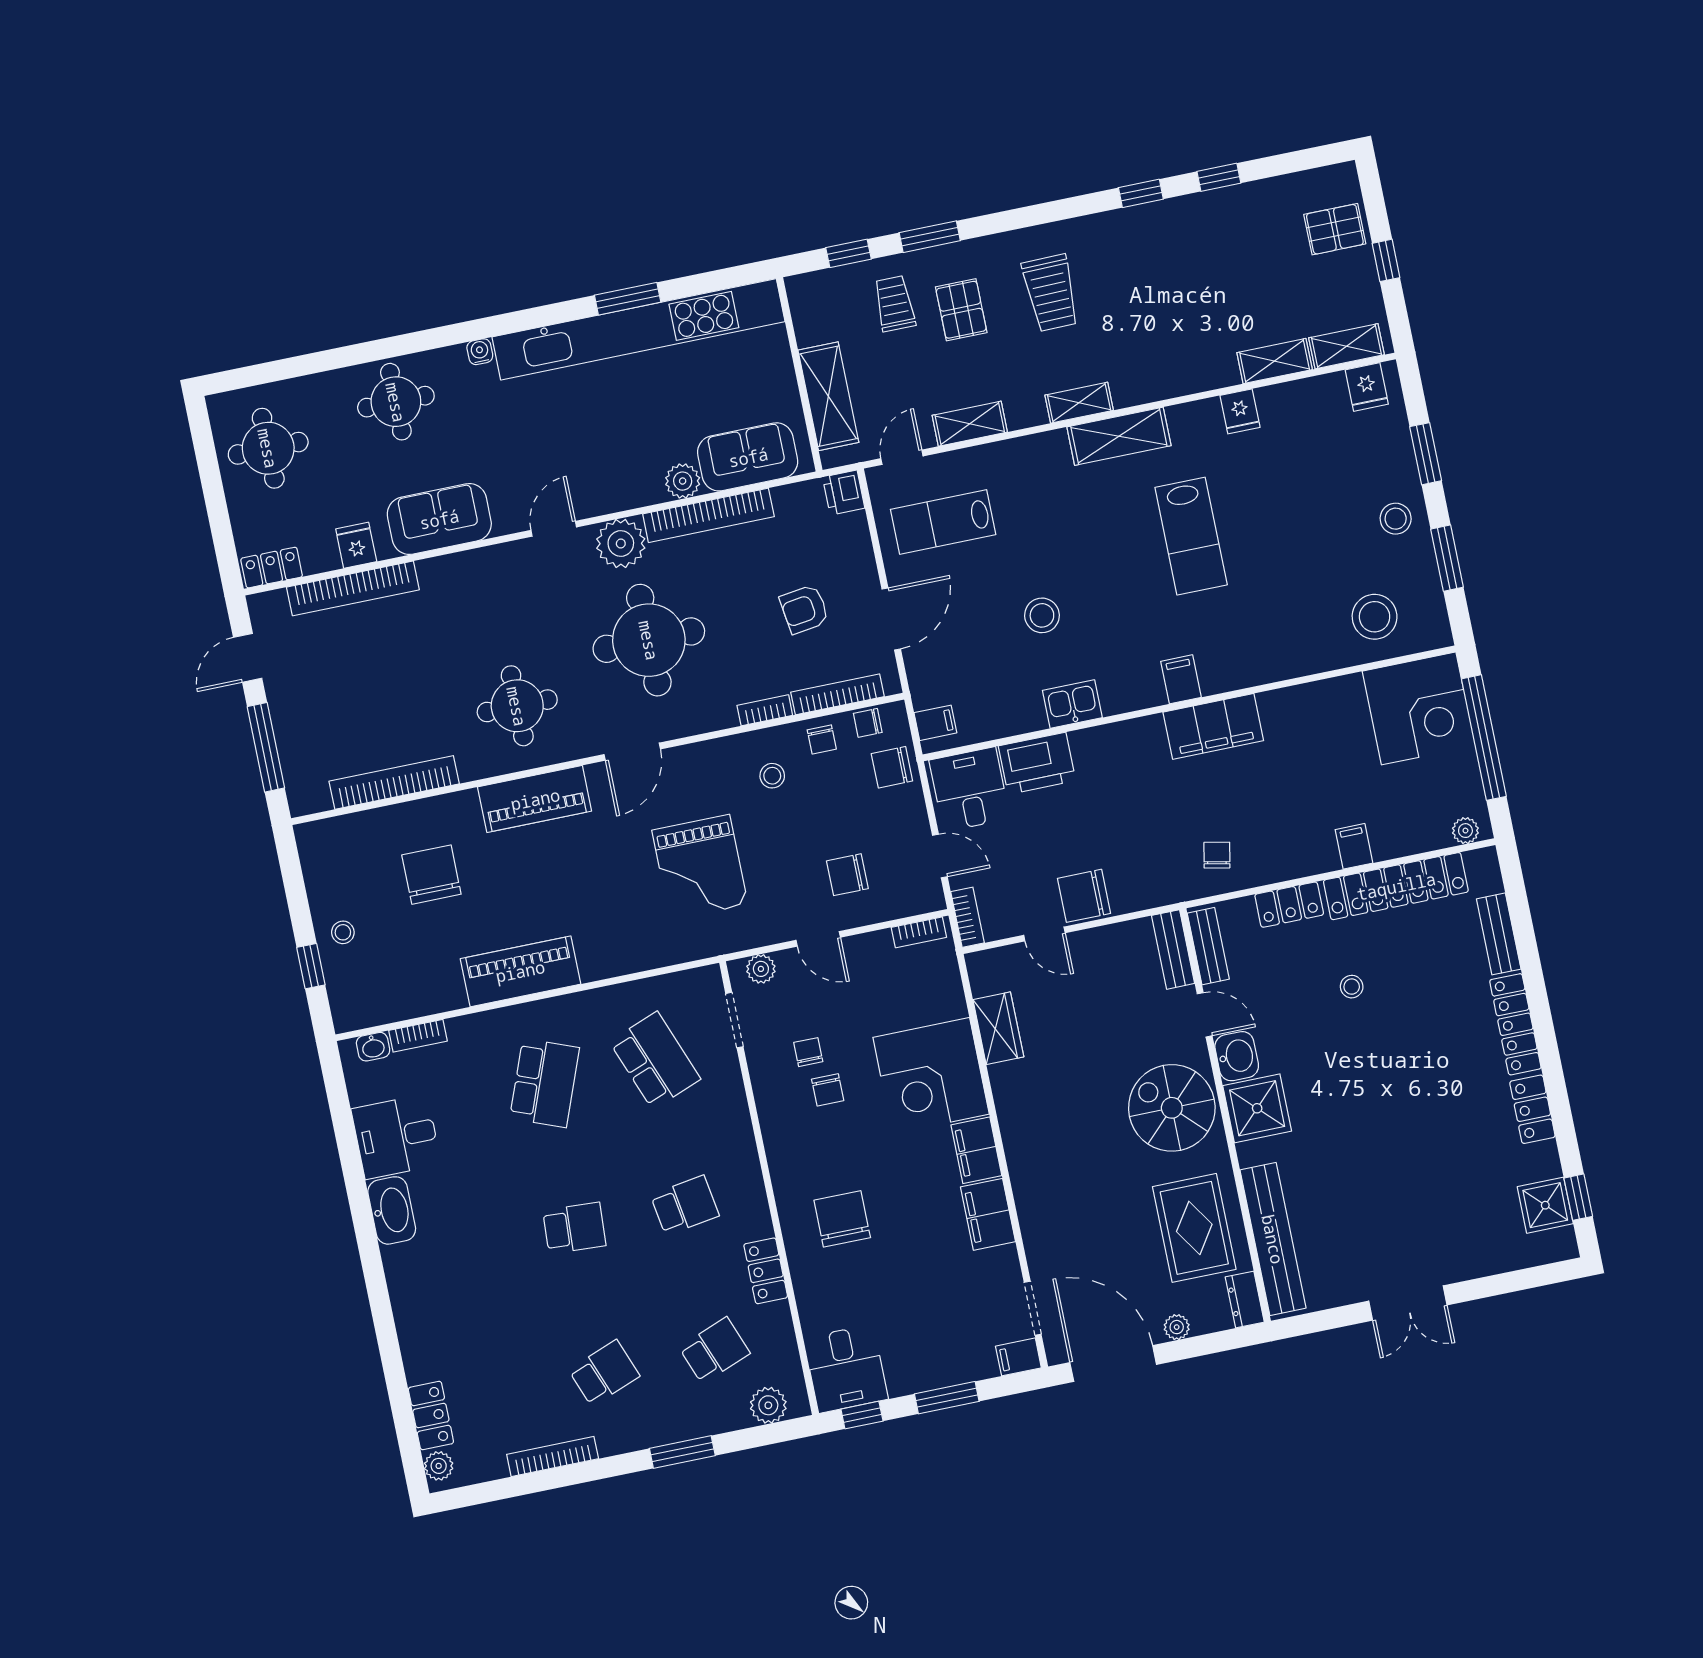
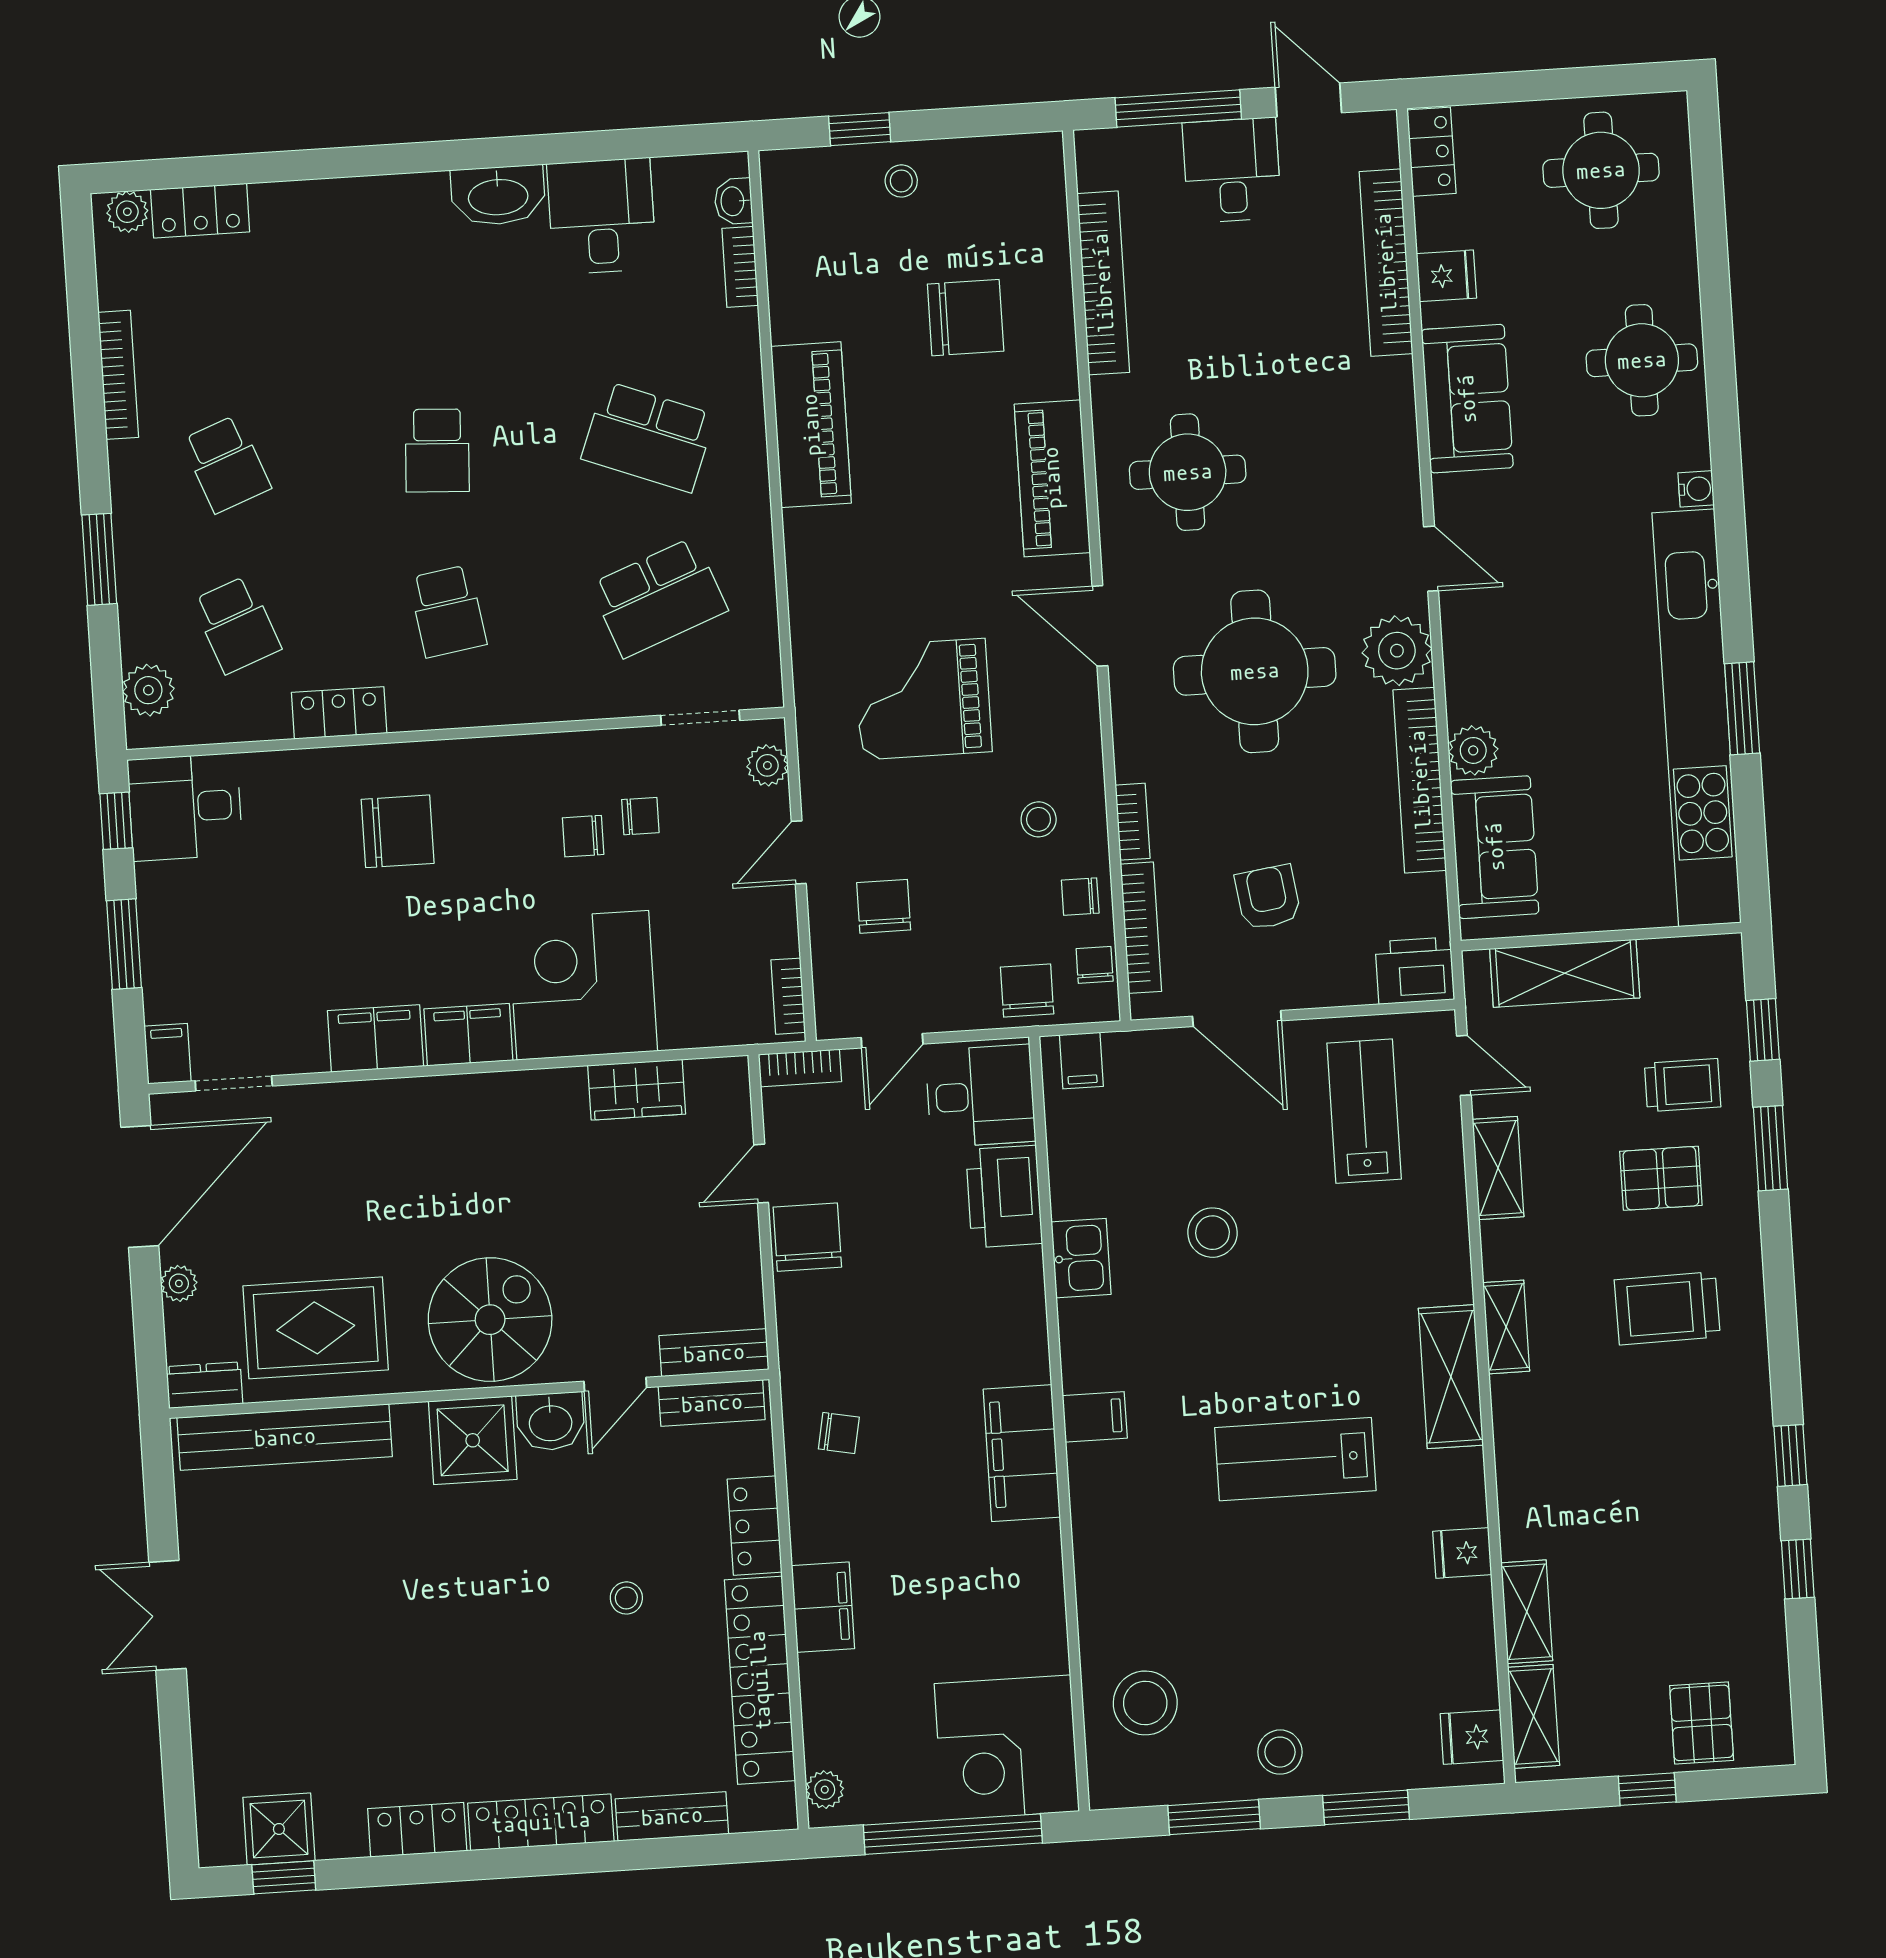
printer: (844, 493) -> (1415, 971), width x1.36, depth x1.24
desk: (304, 704) -> (1232, 170), added
filing cabinet: (1354, 846) -> (823, 1607), width x2.00

